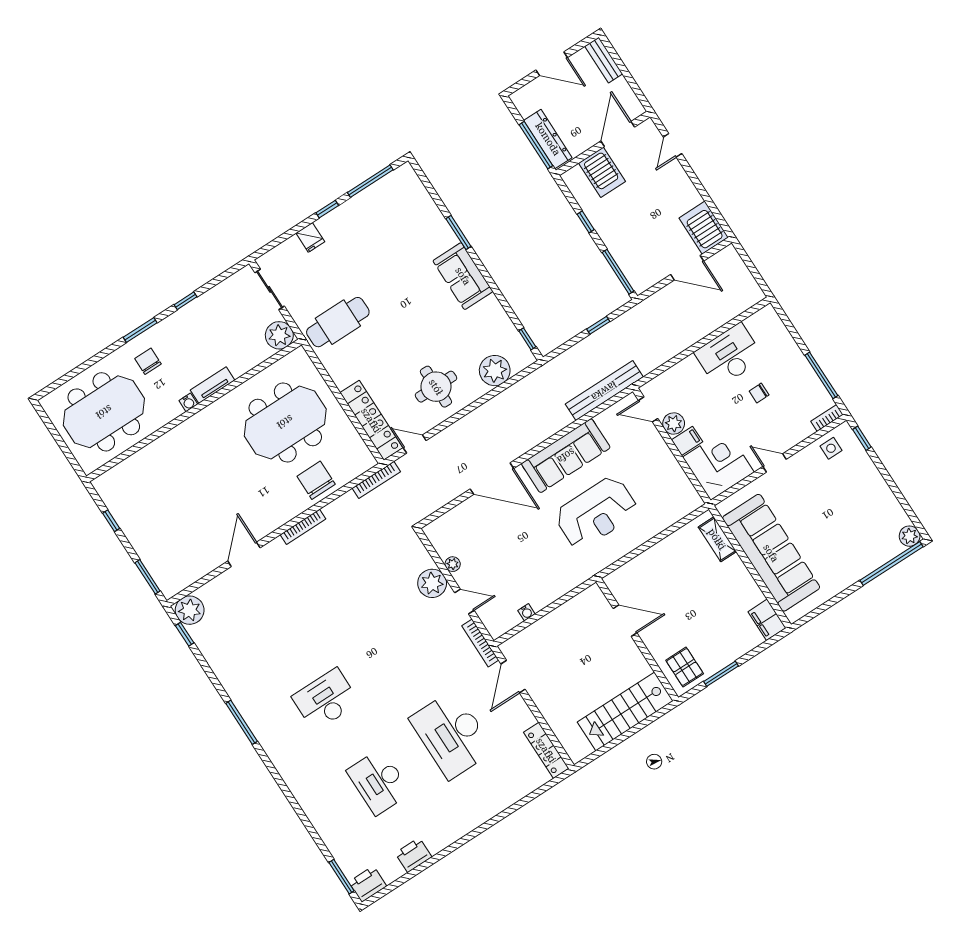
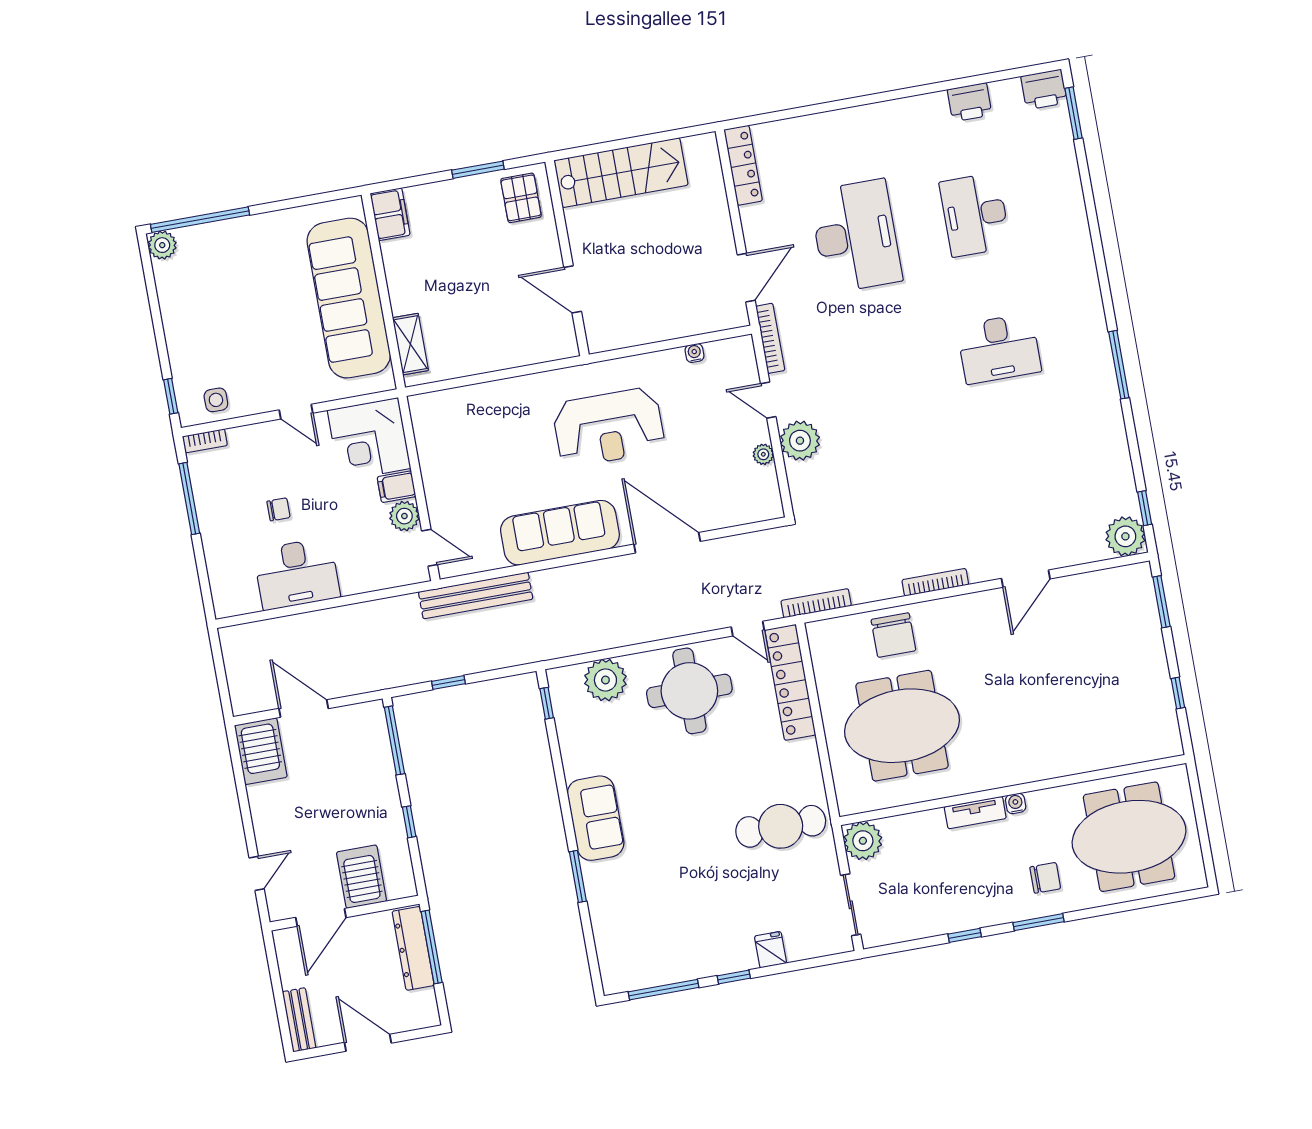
chair: (148, 361) -> (1045, 878), turned -90
round table: (436, 387) -> (689, 691), width x1.36, depth x1.36
reception desk: (596, 513) -> (609, 427), moved, turned 180
desk: (379, 782) -> (975, 215), turned 180

